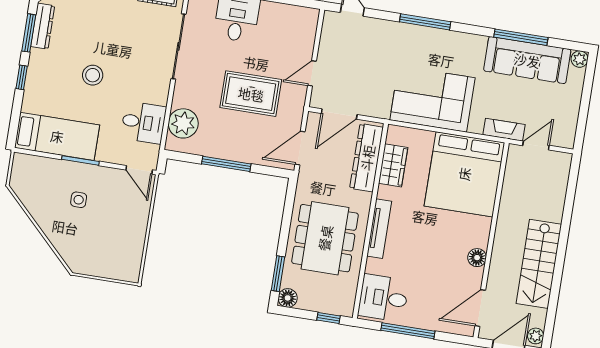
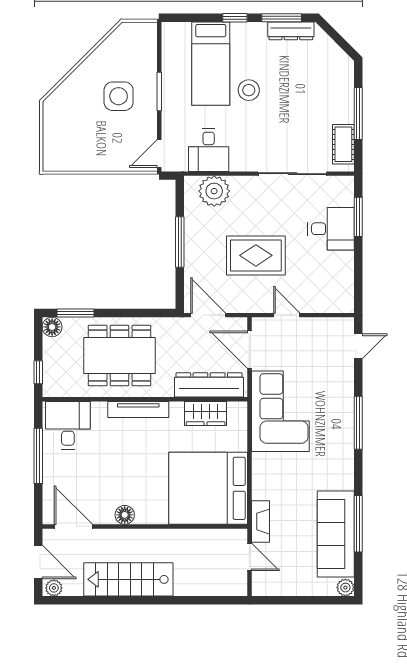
rug: (251, 94) -> (256, 255), turned 90
corner sofa: (433, 99) -> (280, 411), moved
bed: (57, 136) -> (211, 64), moved
side table: (79, 200) -> (119, 96), width x1.87, depth x1.87

